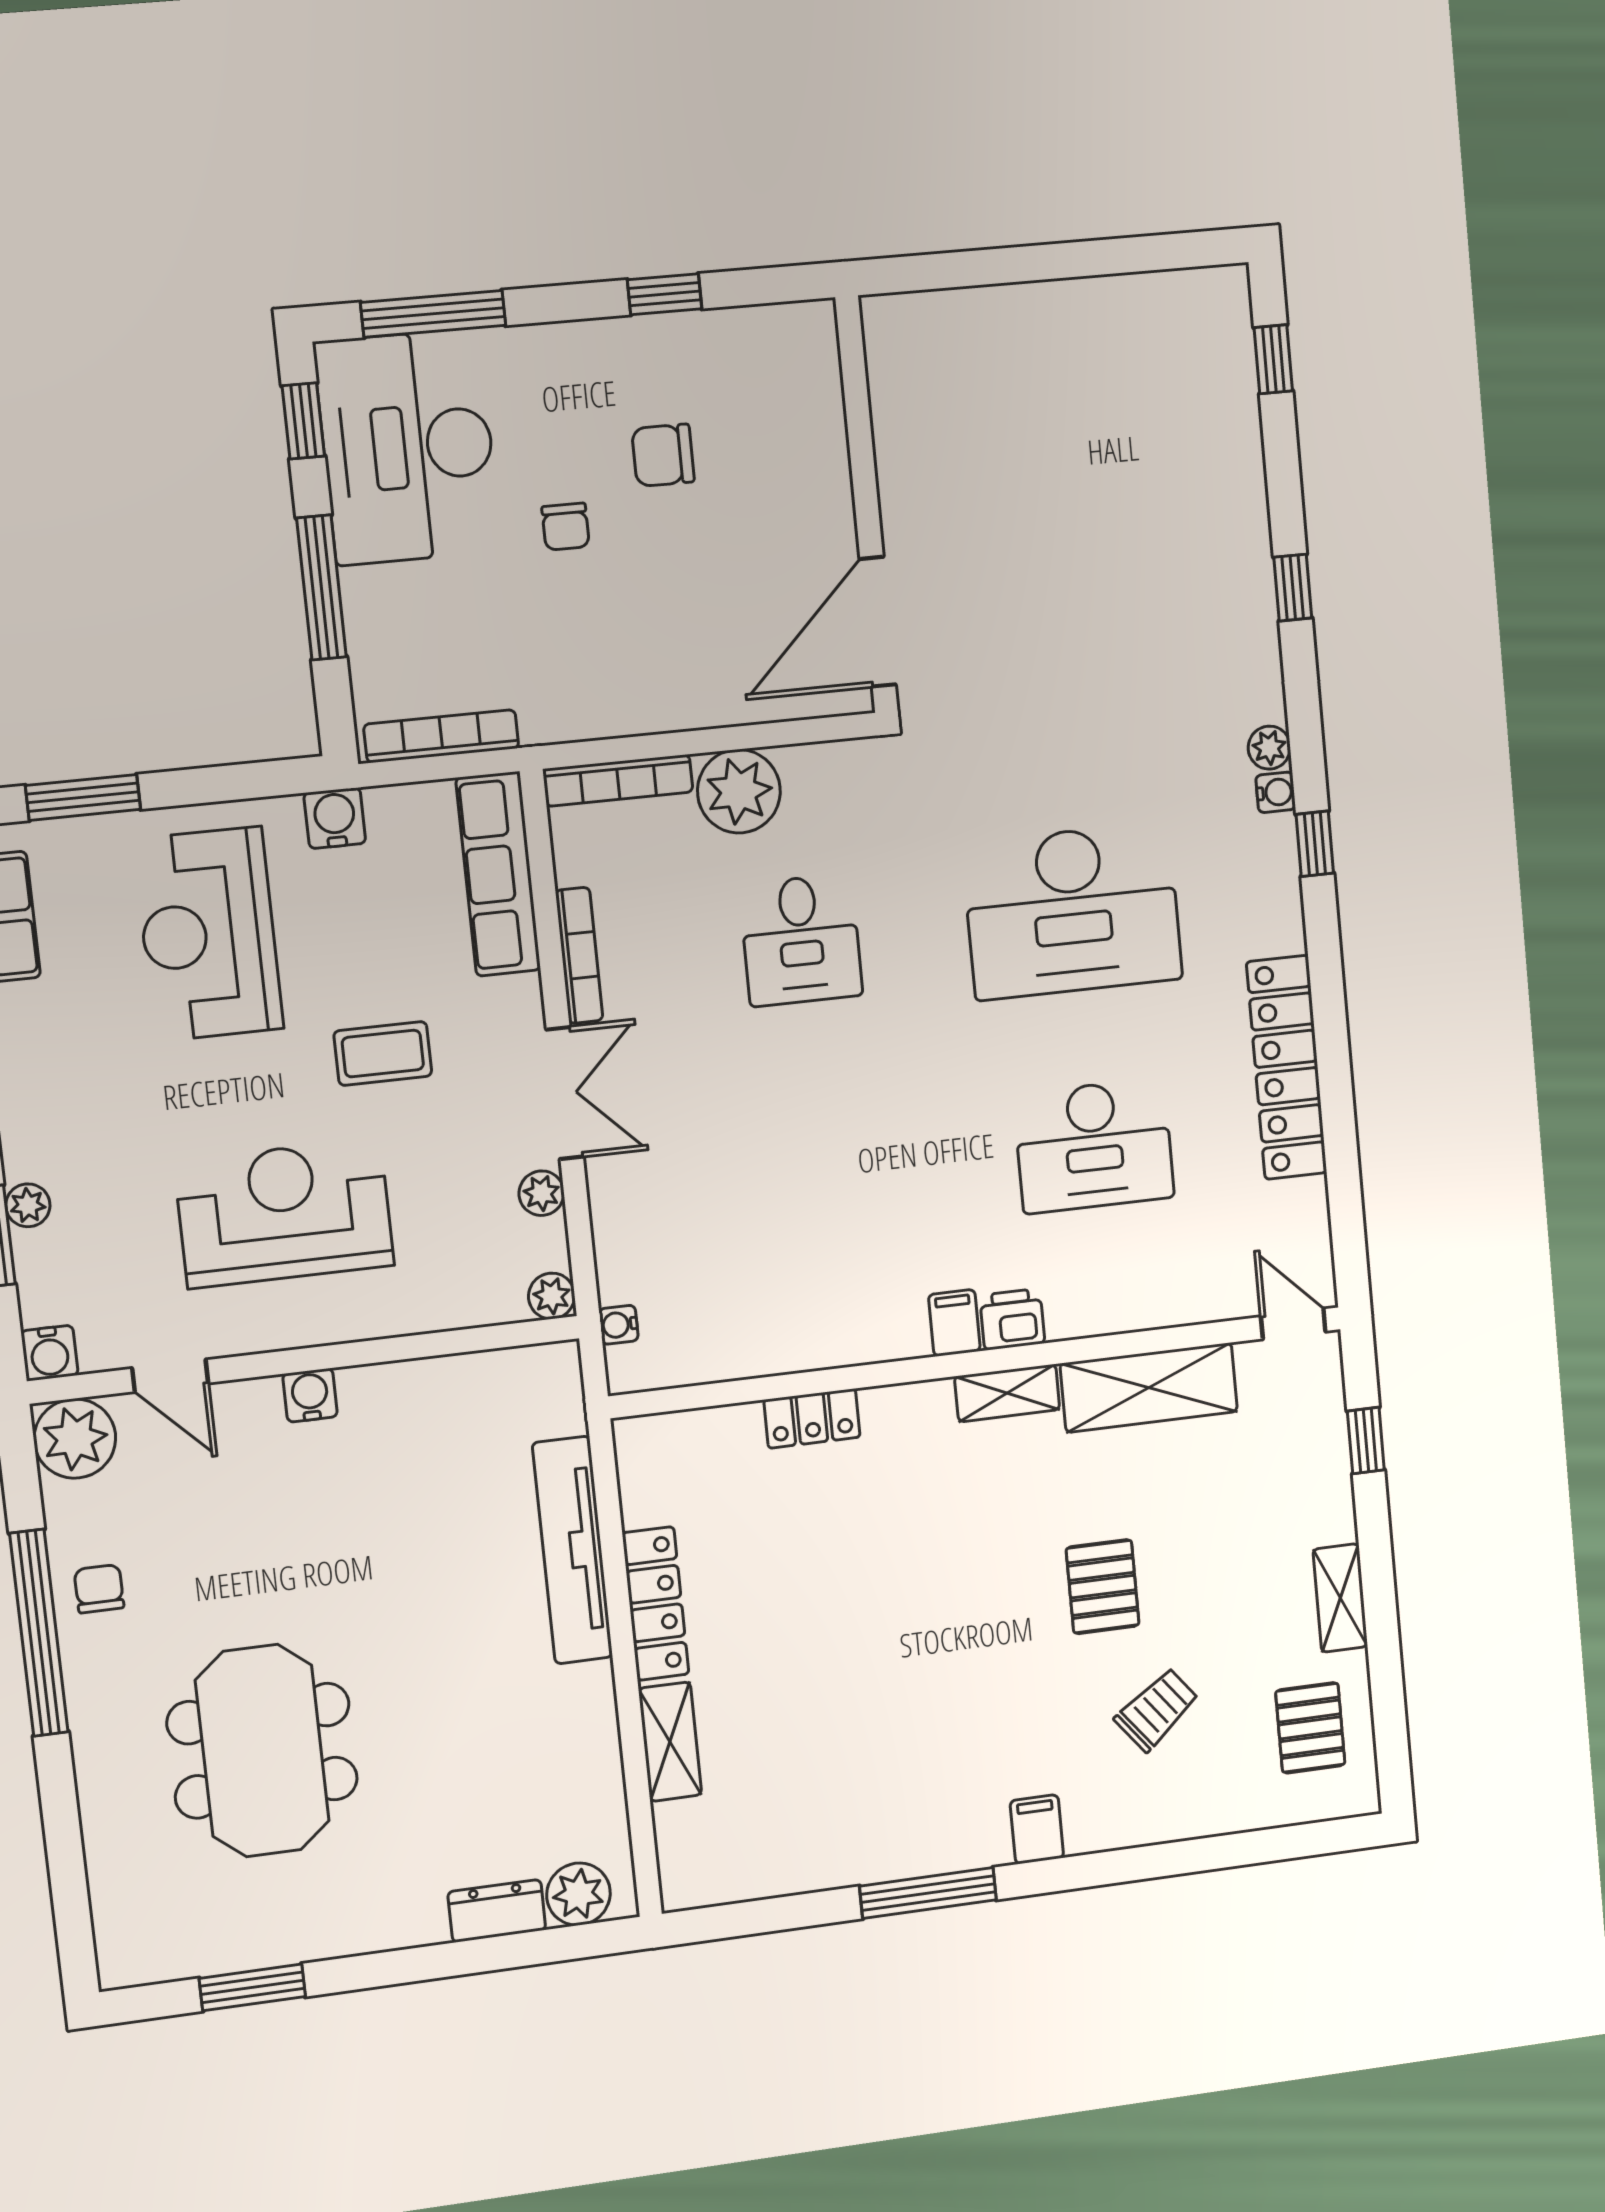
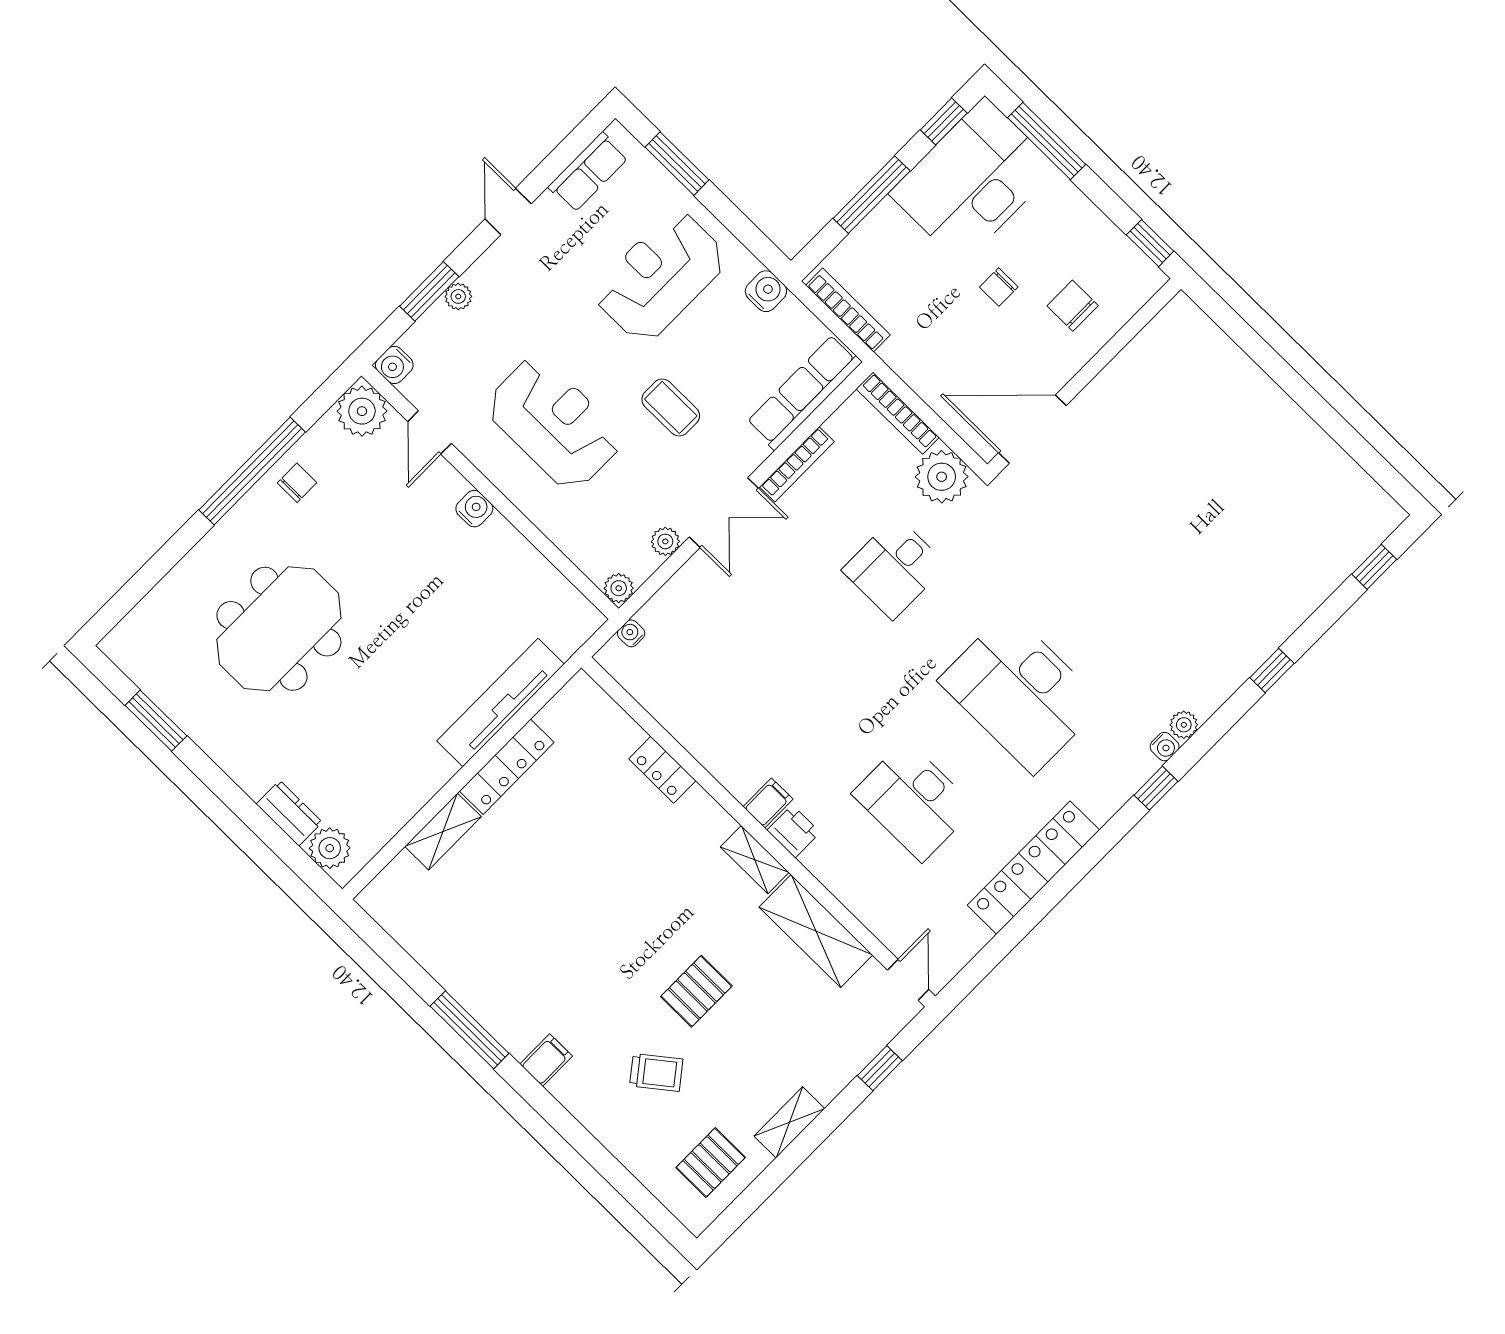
wall: (867, 505) -> (1084, 377), moved
door: (878, 622) -> (1032, 429), moved

